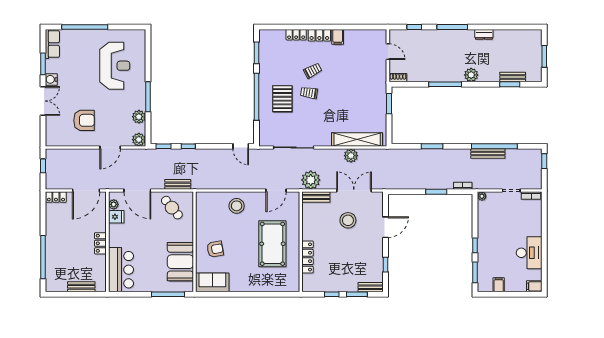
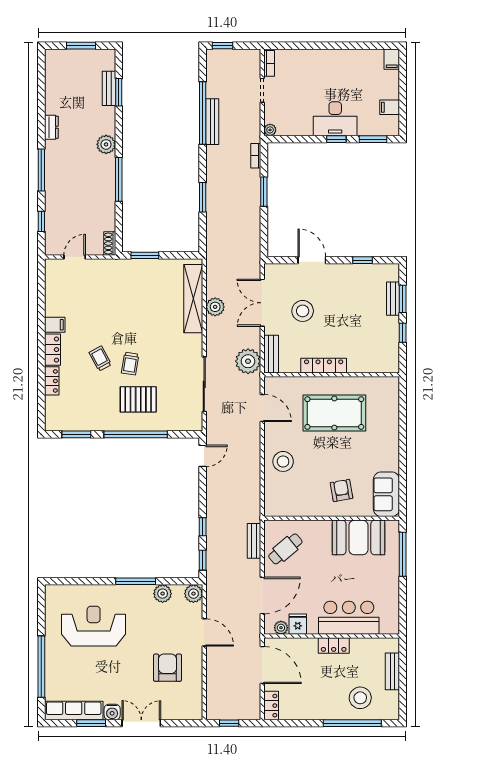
row of seats: (52, 44) -> (74, 711), width x1.48
desk: (529, 253) -> (335, 119), moved, turned 180
locker: (307, 257) -> (324, 366), moved
stool: (62, 263) -> (360, 698), added
bar counter: (121, 270) -> (349, 618), moved
bench: (371, 287) -> (393, 299), moved

